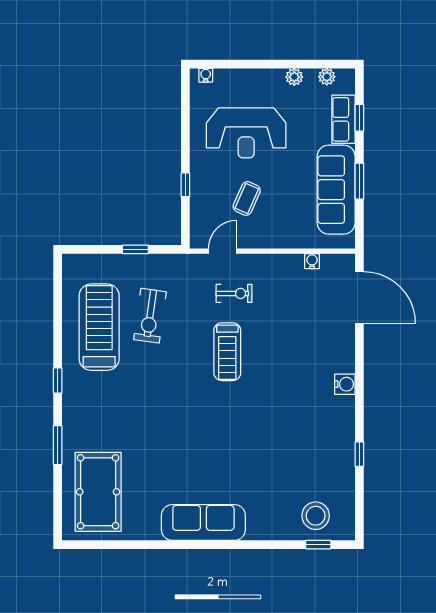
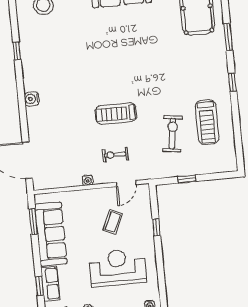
window: (359, 181) -> (33, 221), moved
water cooler: (312, 261) -> (88, 180), moved
treadmill: (99, 327) -> (207, 122), width x0.73, depth x0.73
treadmill: (227, 352) -> (116, 114), turned -90

